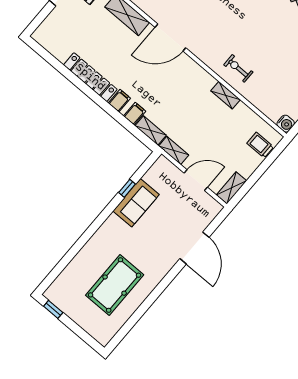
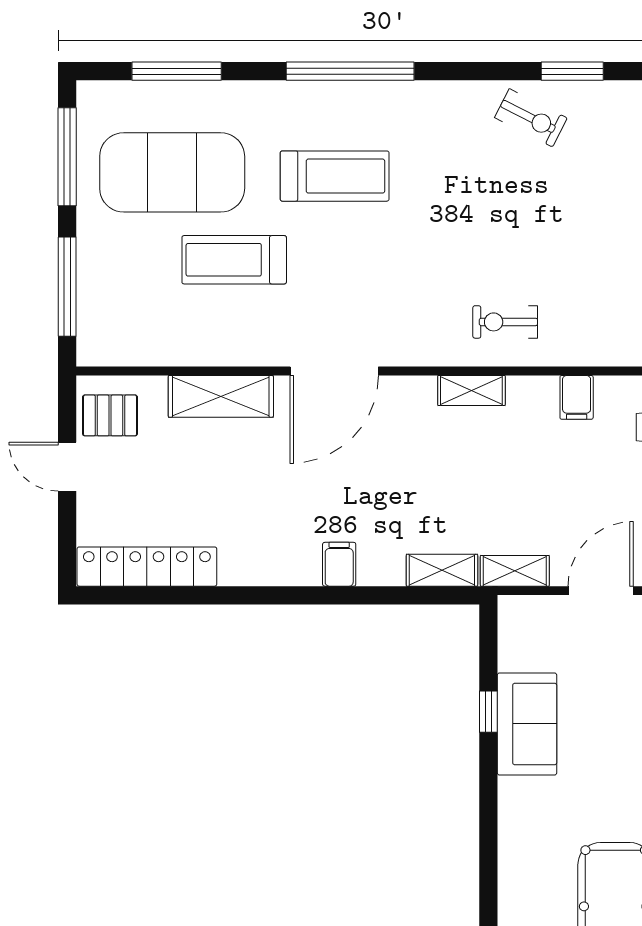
locker: (90, 77) -> (147, 567), moved
shelving: (226, 95) -> (471, 390), moved
filing cabinet: (135, 114) -> (577, 397), moved, turned 180

